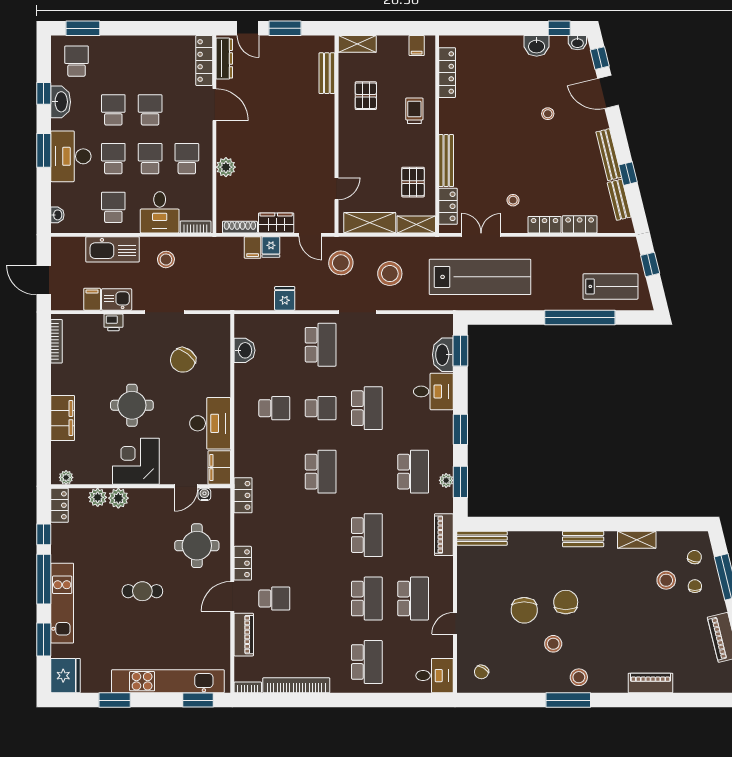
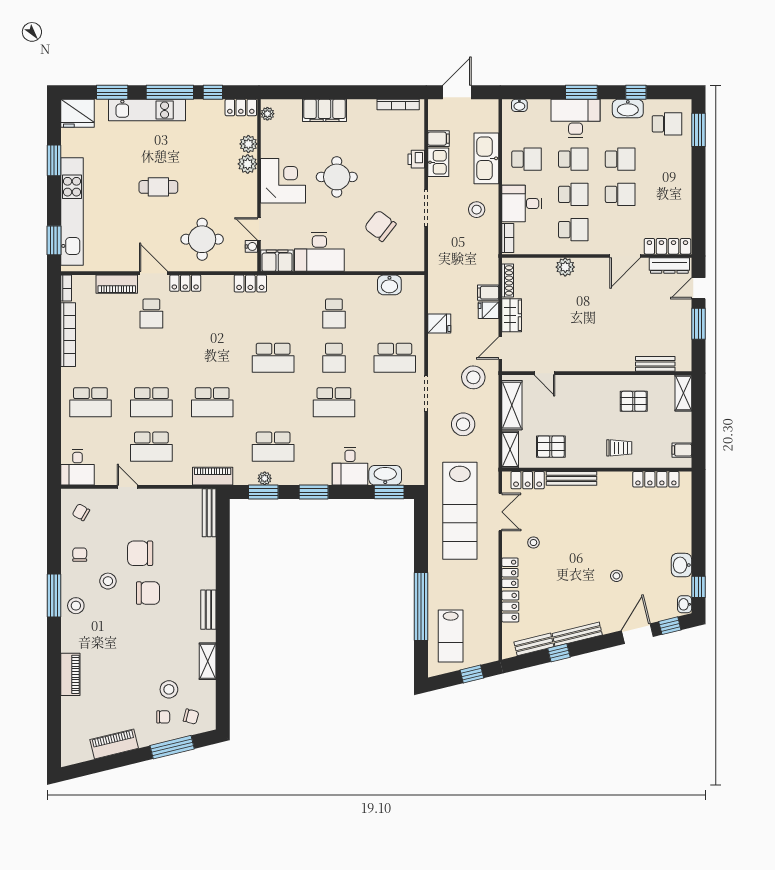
cafe table: (142, 591) -> (158, 187), turned 90
chair: (526, 673) -> (80, 555), added

